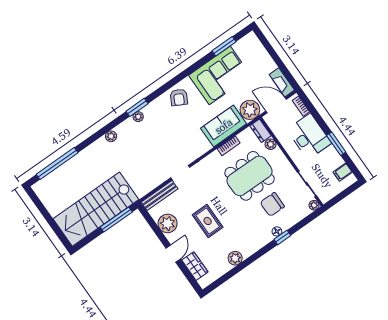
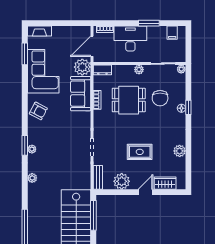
fireplace: (282, 82) -> (39, 31), moved
plant: (271, 144) -> (139, 70), moved
dining table: (250, 176) -> (129, 100), width x0.73
bench: (160, 195) -> (98, 177), width x0.73
door: (173, 254) -> (146, 192), hinge flipped

